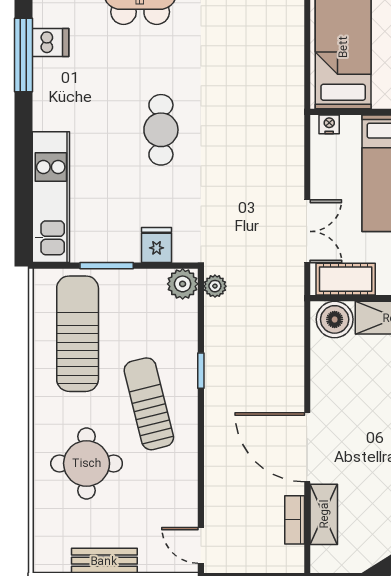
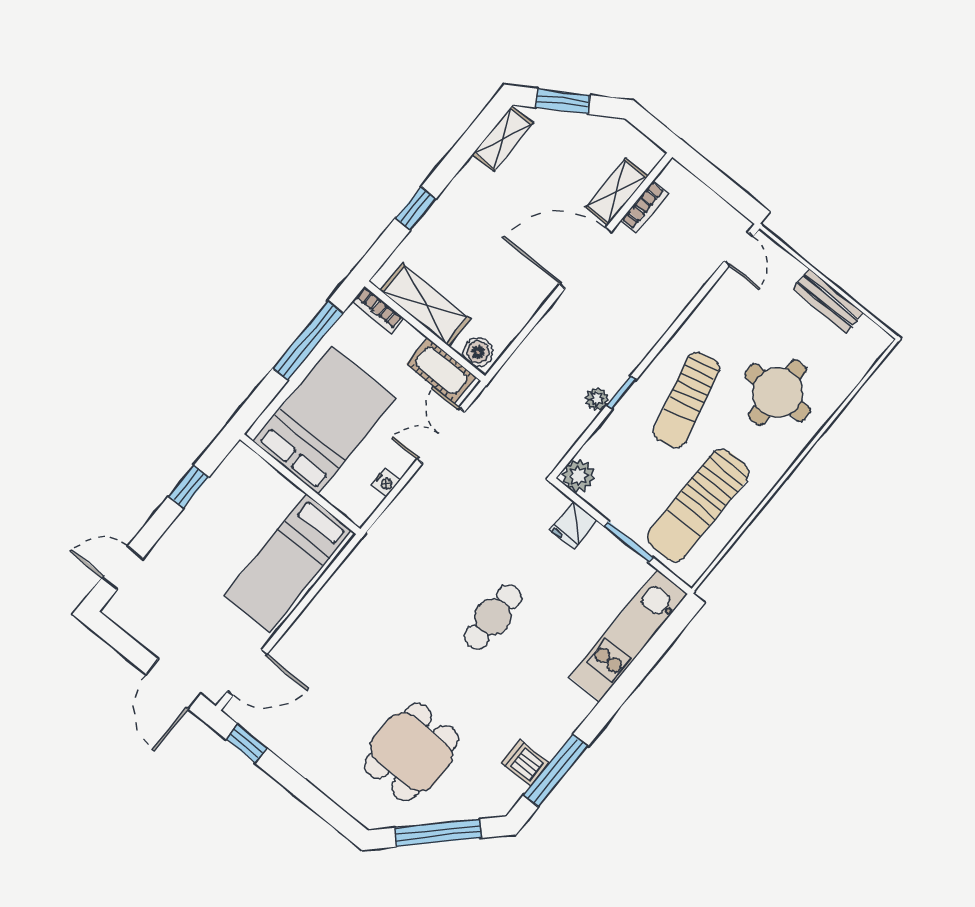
nightstand: (329, 124) -> (385, 483), moved, turned -90
plant: (215, 286) -> (597, 399), moved
boiler: (335, 319) -> (478, 352), width x0.73, depth x0.73
door: (307, 447) -> (585, 258), swing flipped

